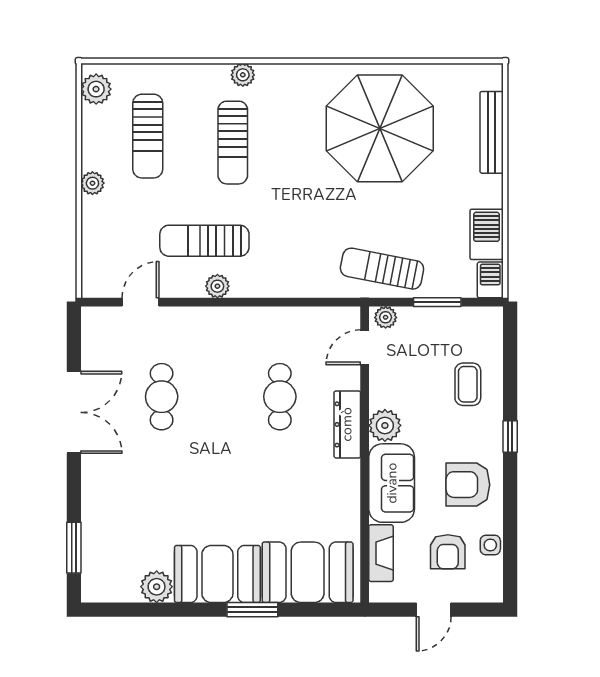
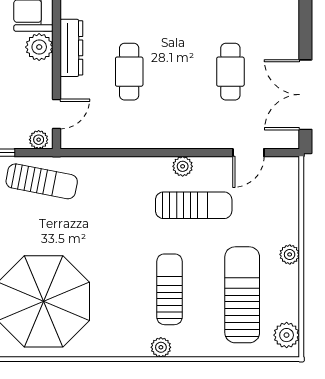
sun lounger: (148, 136) -> (242, 295), width x1.36, depth x1.34
double door: (74, 412) -> (305, 95), moved

